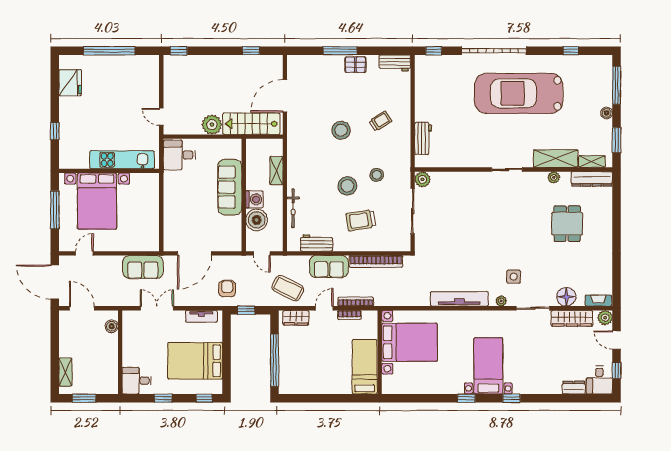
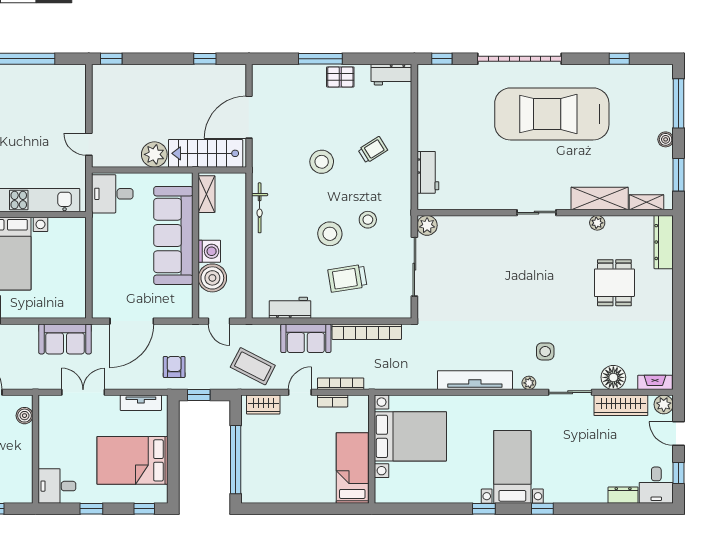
shelving: (276, 171) -> (207, 194), moved
dresser: (592, 179) -> (664, 242), moved, turned 90
sofa: (230, 187) -> (173, 235), width x1.36, depth x1.27
bicycle: (293, 208) -> (260, 208), moved

